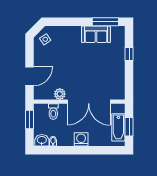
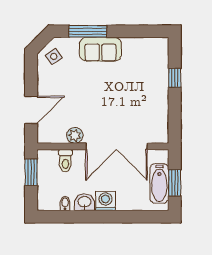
window: (105, 22) -> (88, 31), moved
sofa: (96, 34) -> (101, 49), moved
washbasin: (42, 140) -> (84, 202), moved

